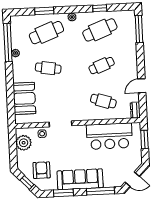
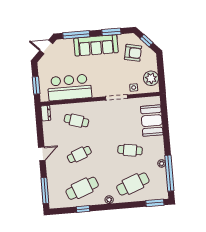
window: (44, 11) -> (155, 203), moved
door: (142, 86) -> (42, 154), moved
armchair: (42, 170) -> (133, 53), turned -78

